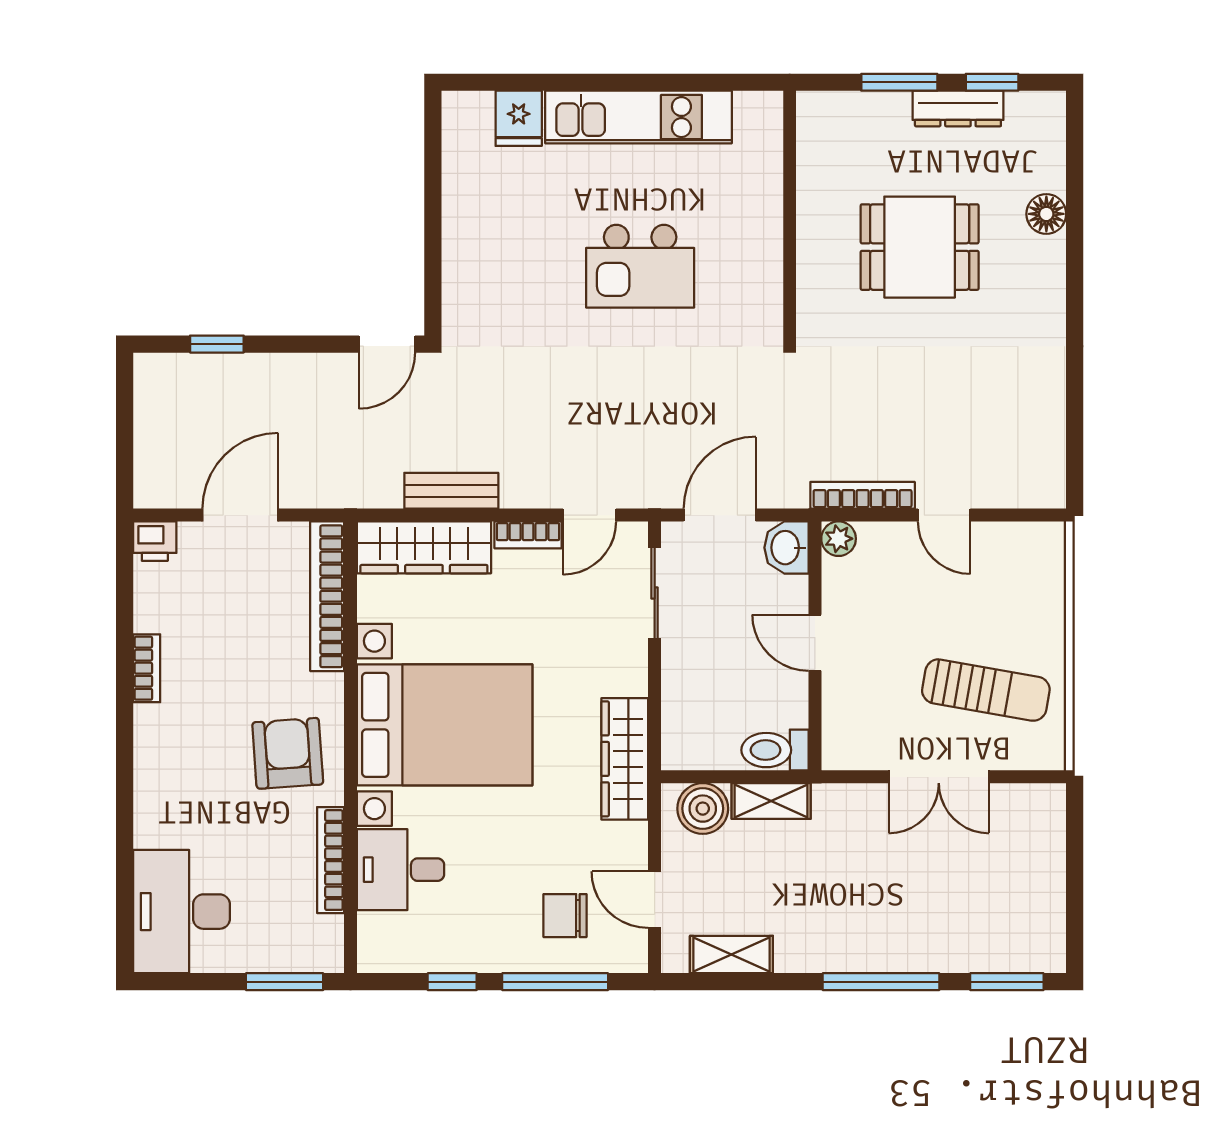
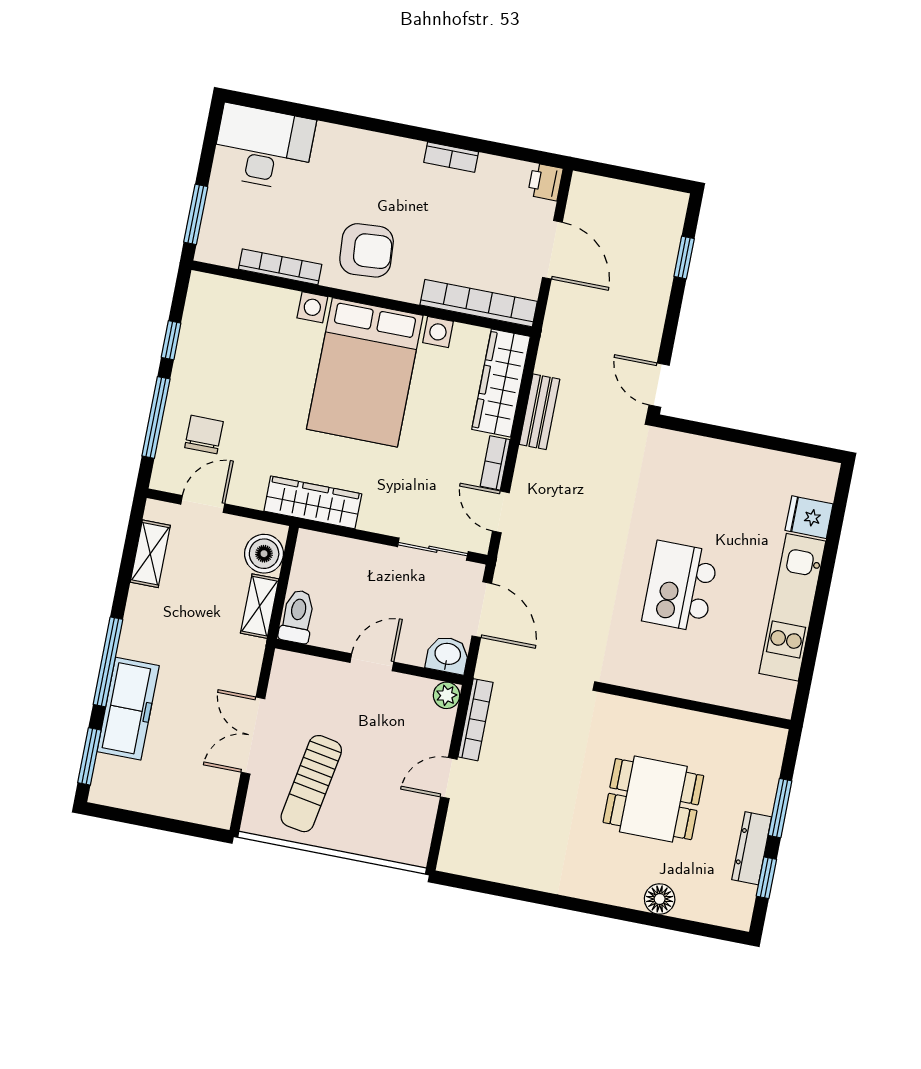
dining table: (920, 247) -> (653, 799), turned 90
desk: (401, 870) -> (263, 318), removed
freezer: (936, 944) -> (128, 709), added

